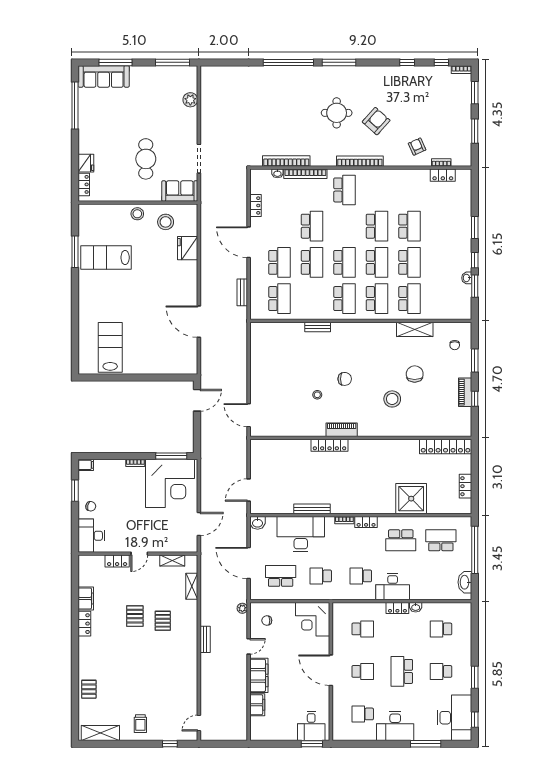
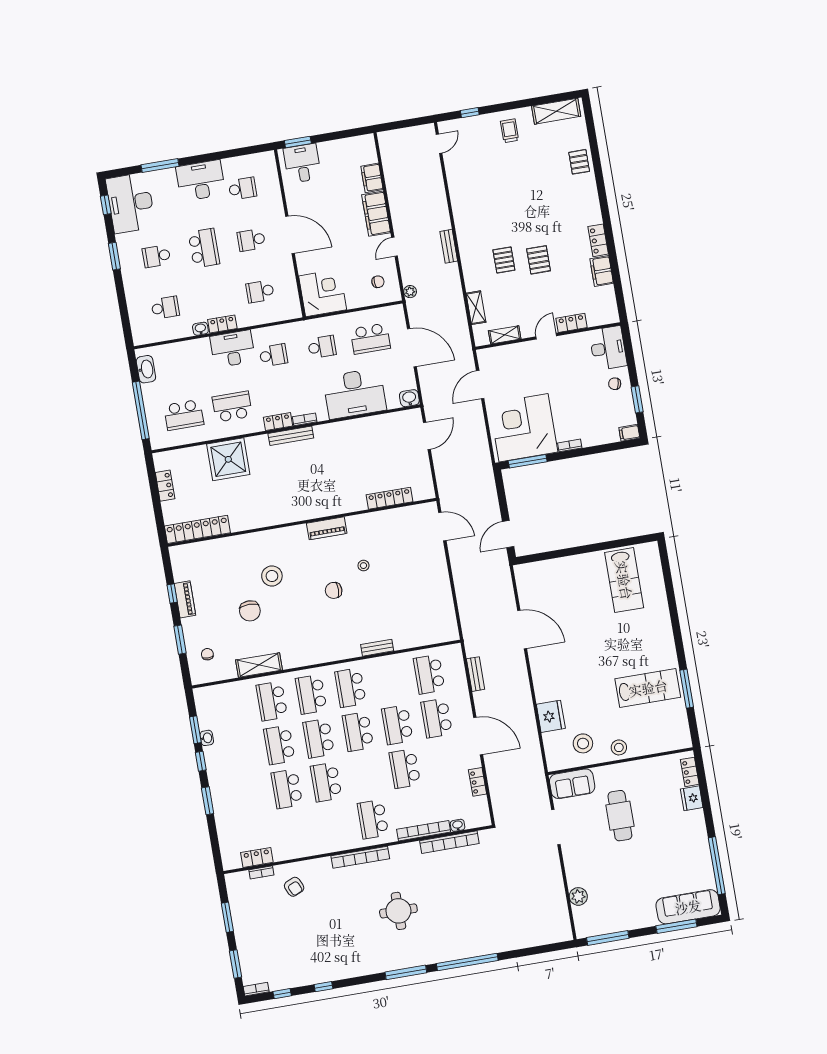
armchair: (376, 121) -> (349, 909), removed
locker: (330, 445) -> (390, 498), moved
bench: (312, 509) -> (291, 436), moved
school desk: (441, 671) -> (156, 256), turned 180

